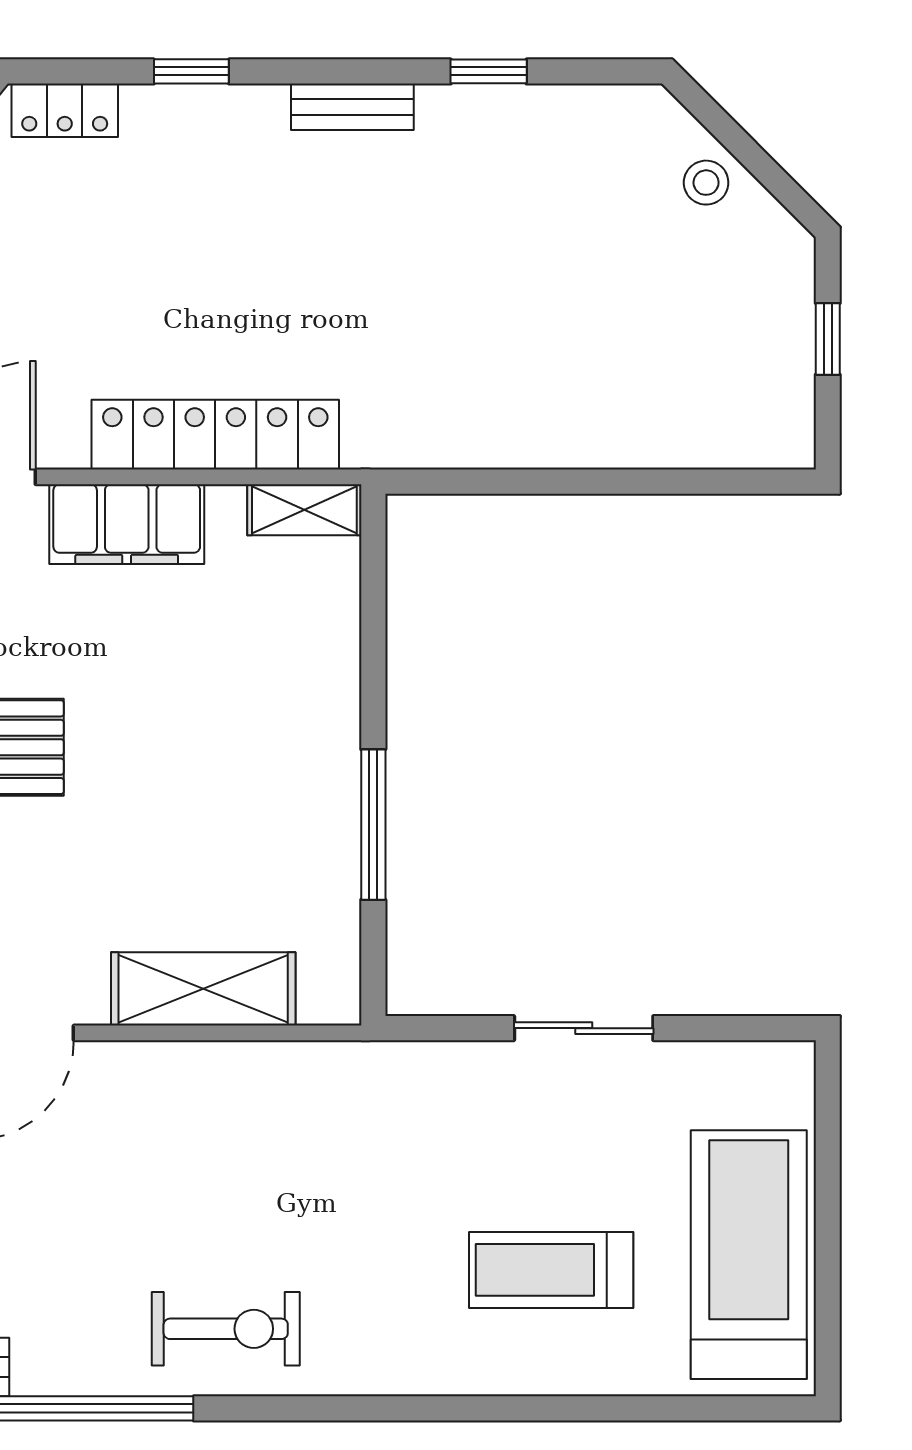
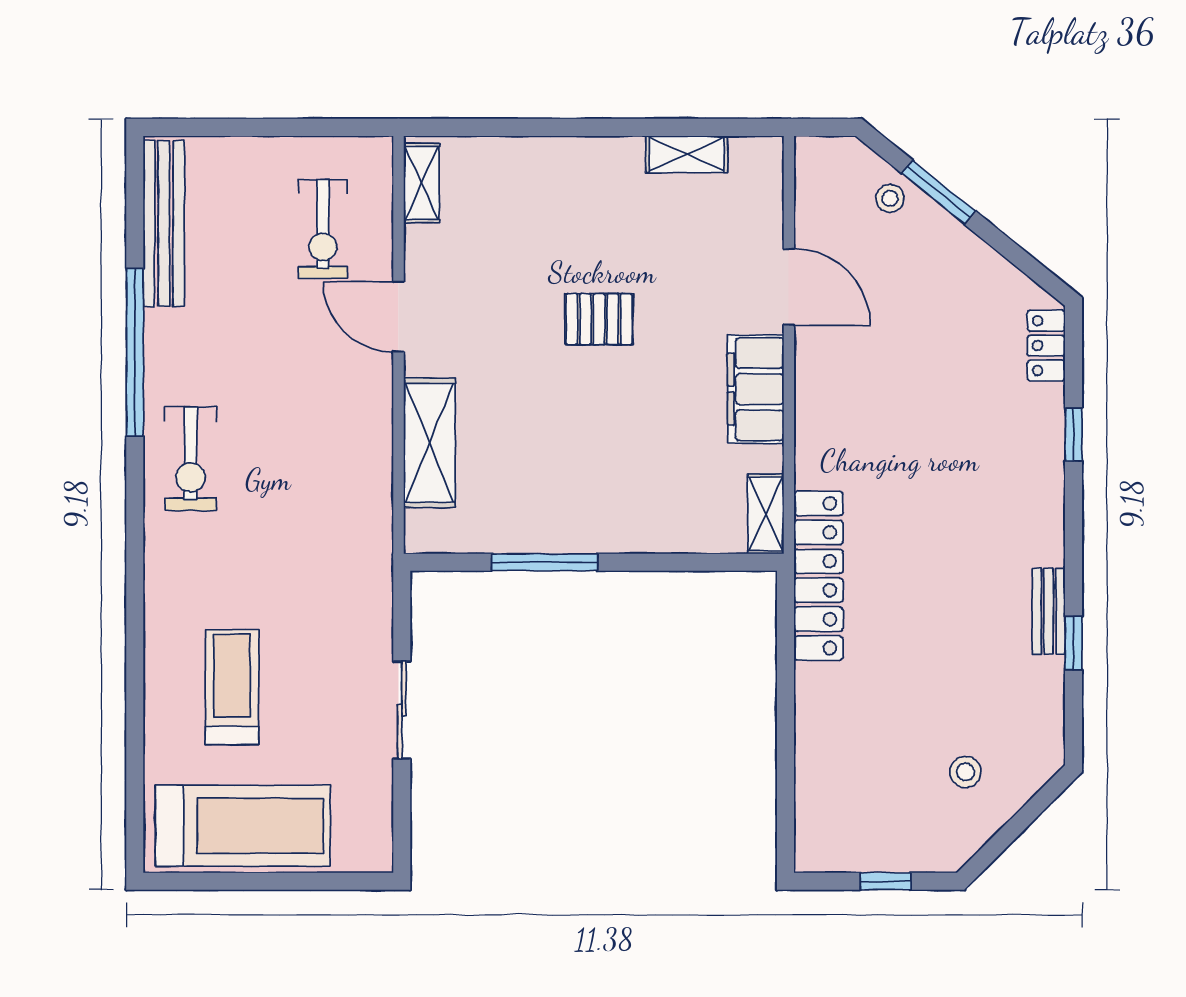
bench: (352, 107) -> (1049, 611), moved
stool: (706, 183) -> (966, 772), moved
locker: (215, 435) -> (818, 576), moved

